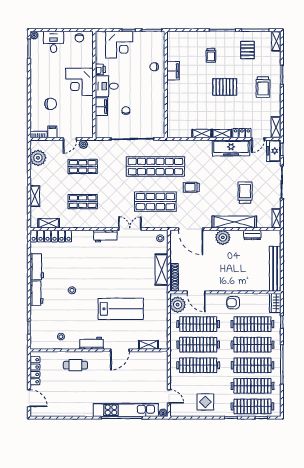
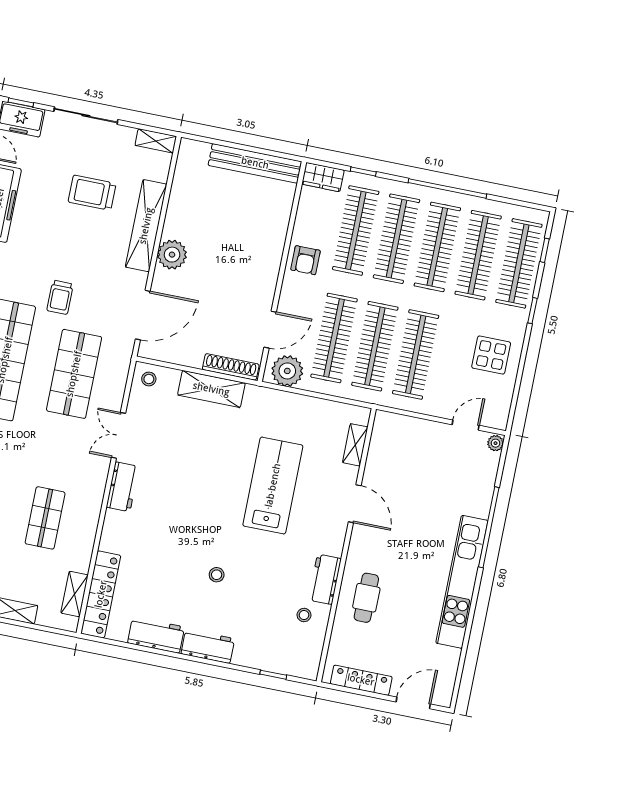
dresser: (252, 235) -> (179, 195), removed
workbench: (92, 343) -> (325, 579), moved
kitchen unit: (126, 410) -> (462, 582), moved

